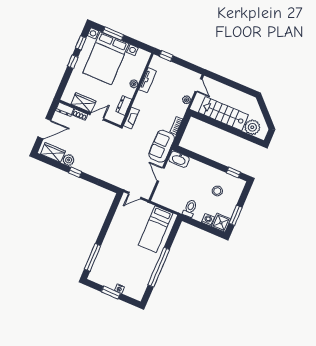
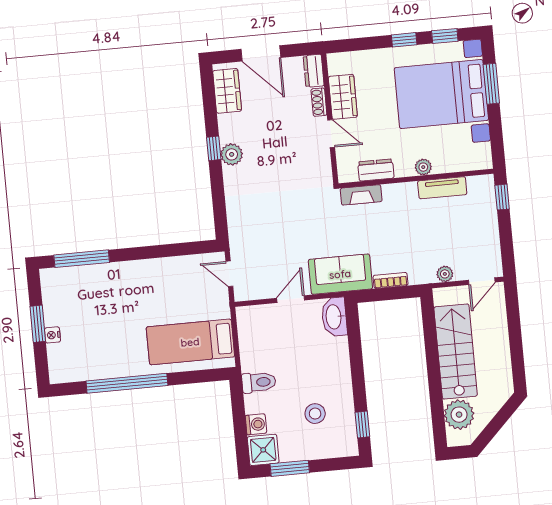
plant: (69, 160) -> (232, 154), moved

